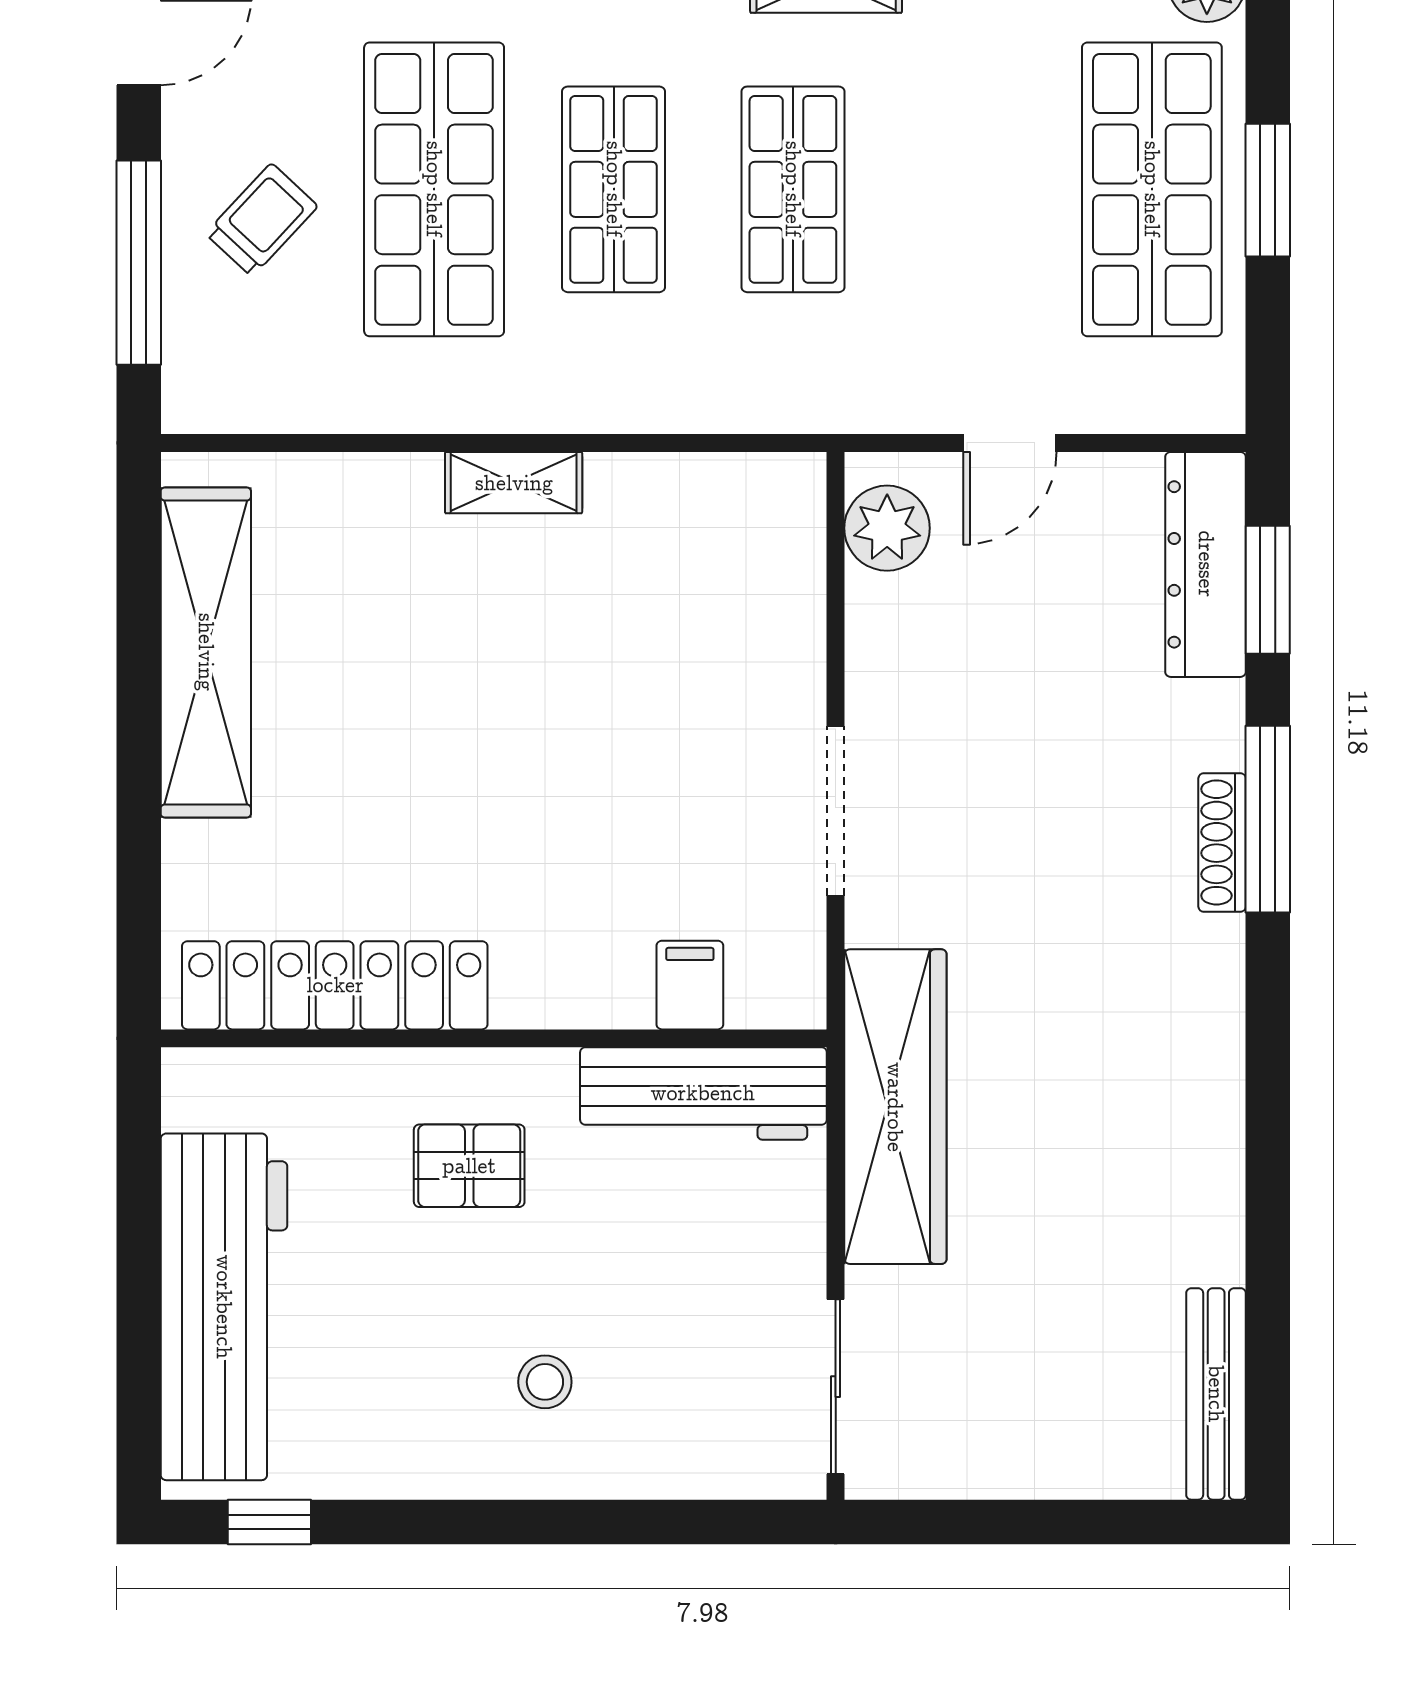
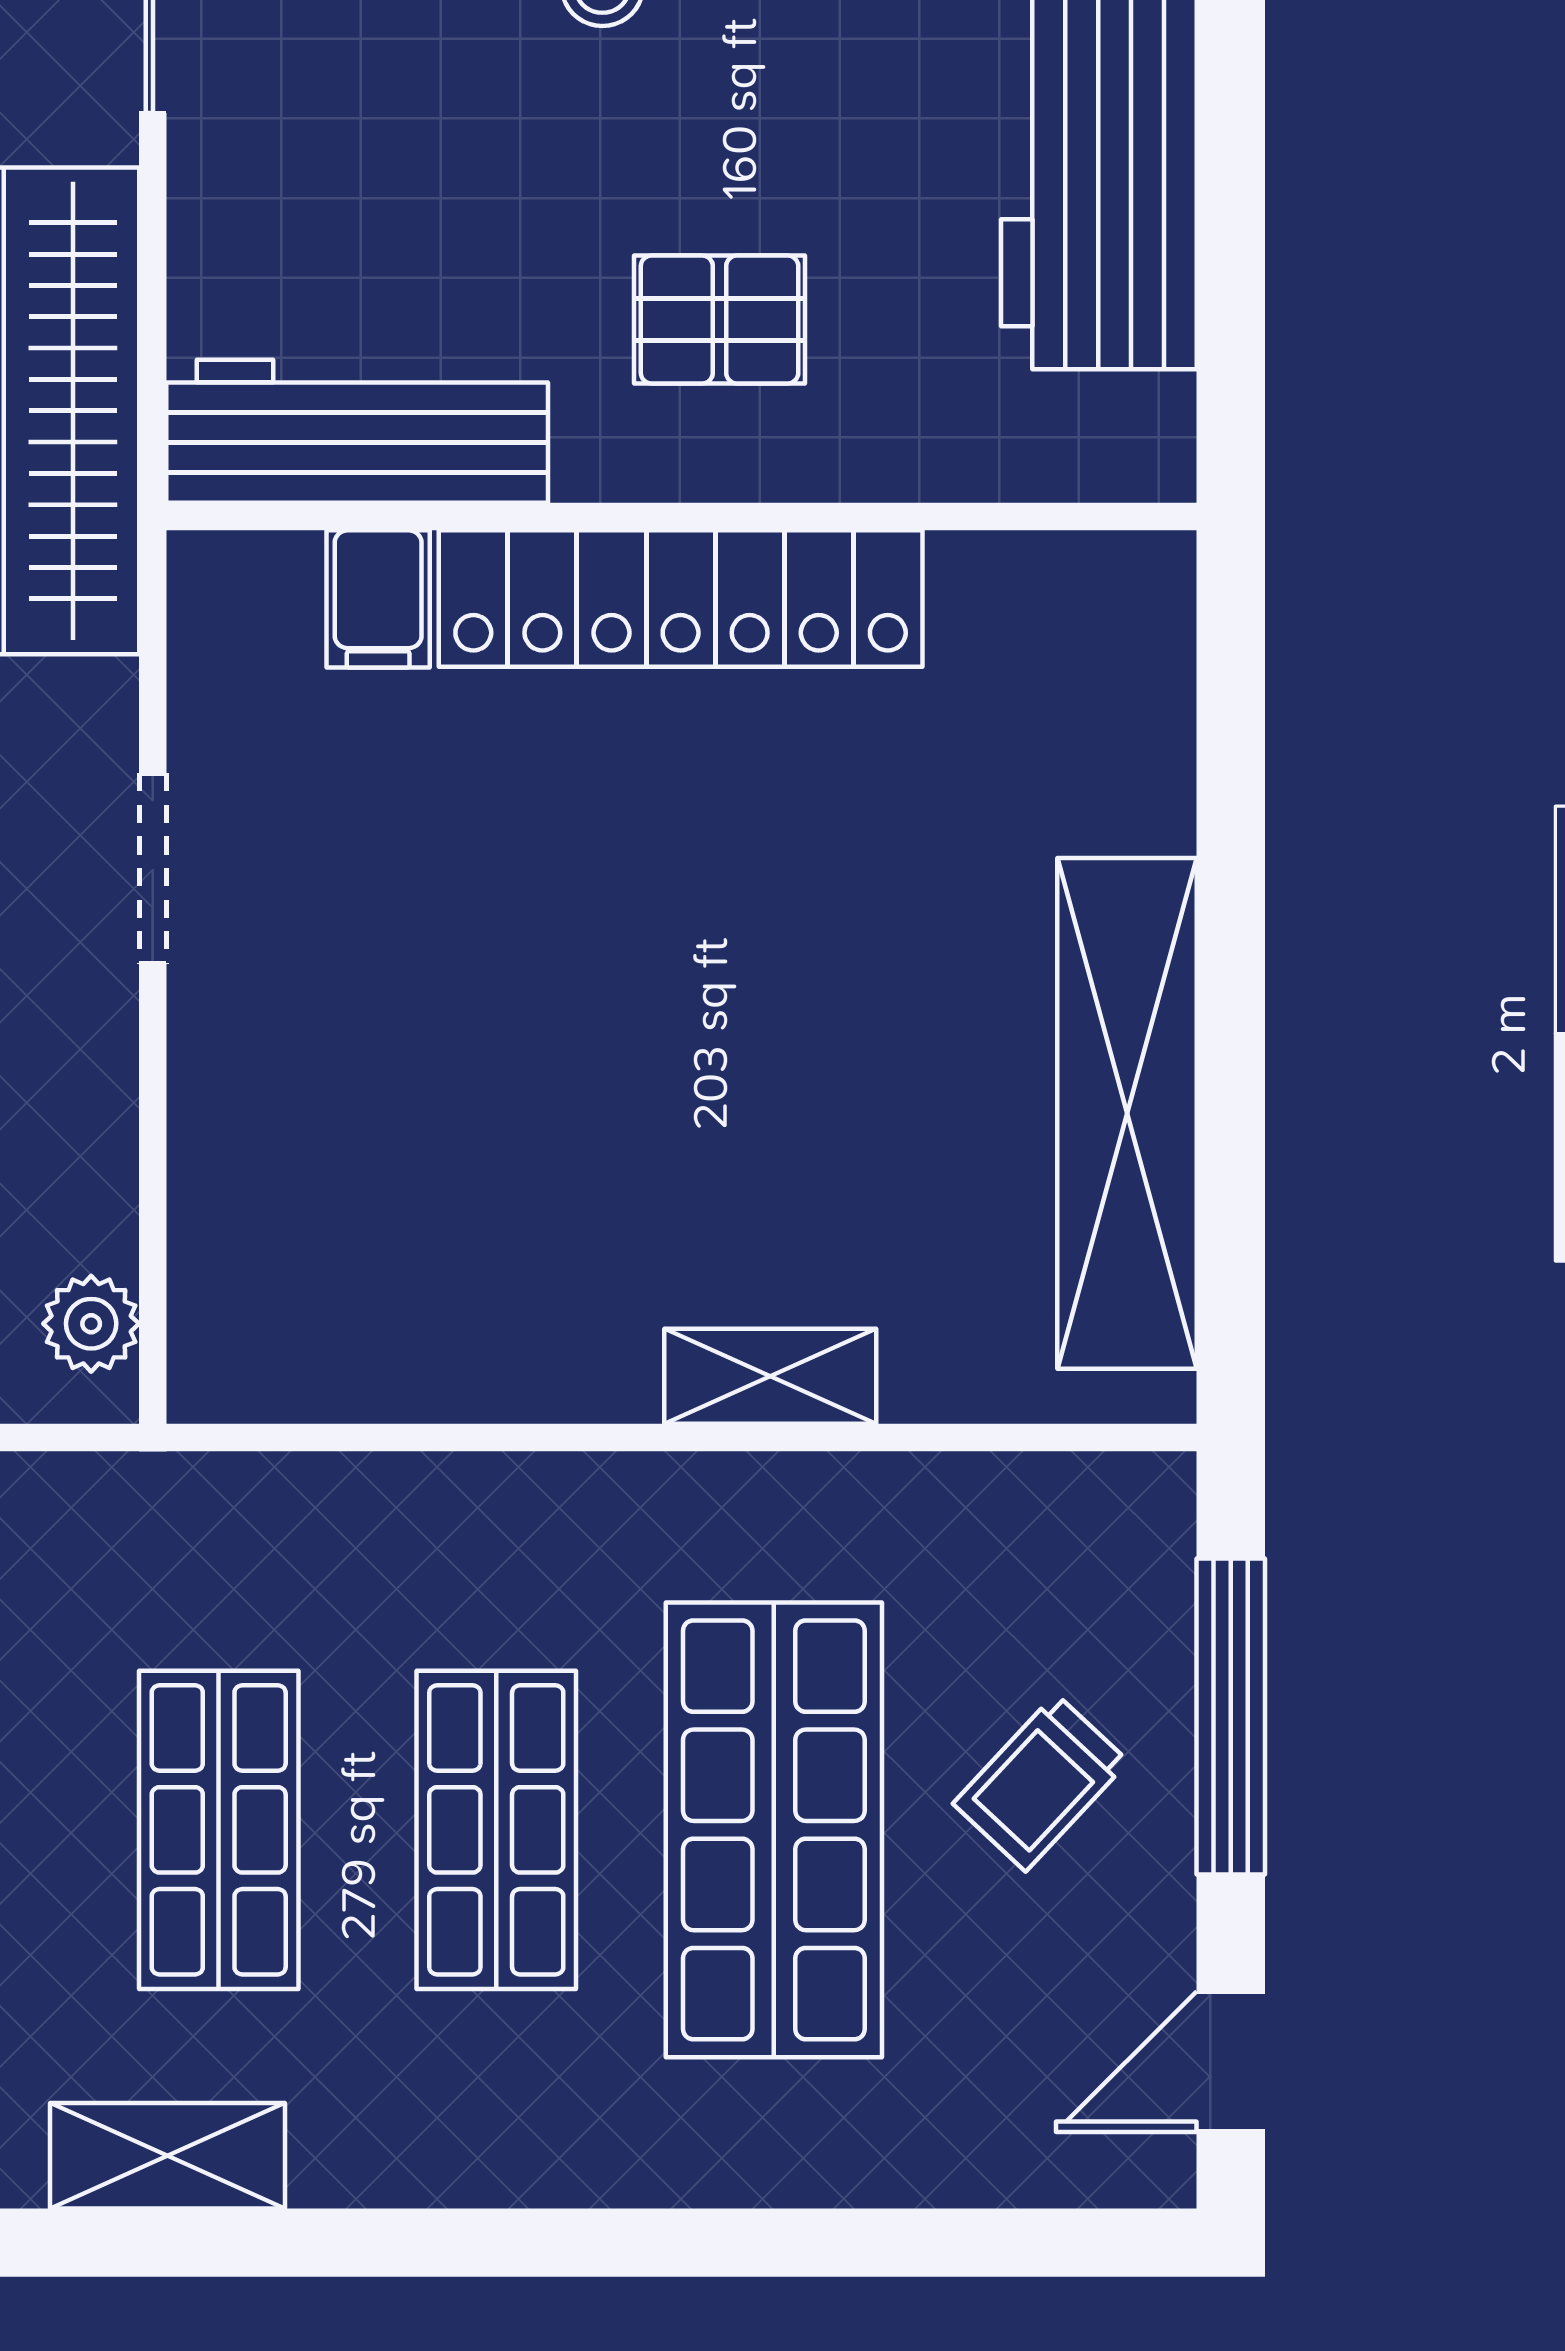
shelving: (514, 483) -> (770, 1376), moved
plant: (887, 528) -> (91, 1324), width x0.73, depth x0.73
doorway: (836, 811) -> (153, 869), width x0.73
locker: (335, 985) -> (681, 599), moved

